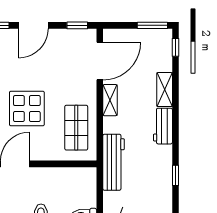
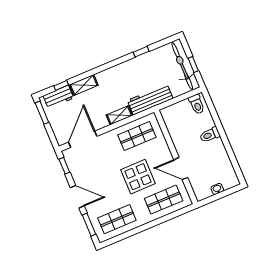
window: (175, 47) -> (61, 85), moved
door: (100, 61) -> (83, 139), hinge flipped
shelving: (110, 100) -> (119, 115), moved
workbench: (163, 126) -> (58, 97), moved

